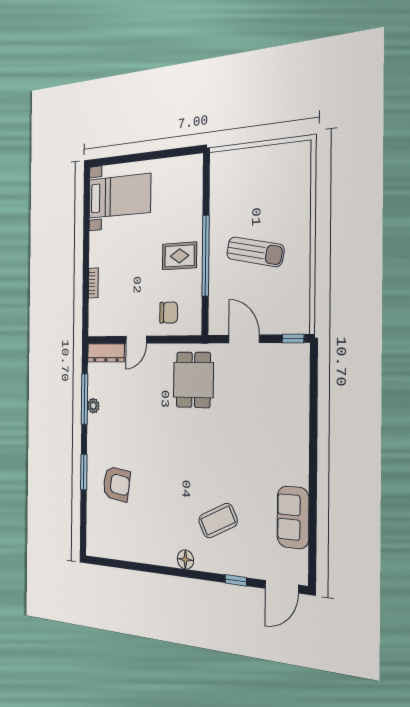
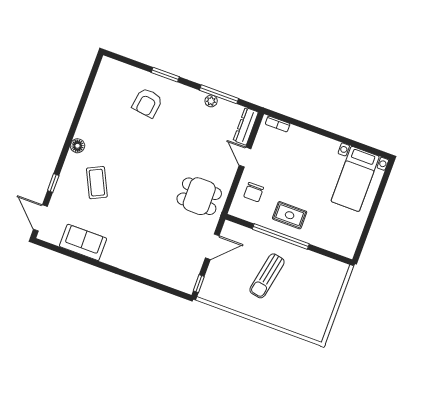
rug: (180, 256) -> (290, 215), turned 90
bookcase: (93, 283) -> (278, 124), moved

